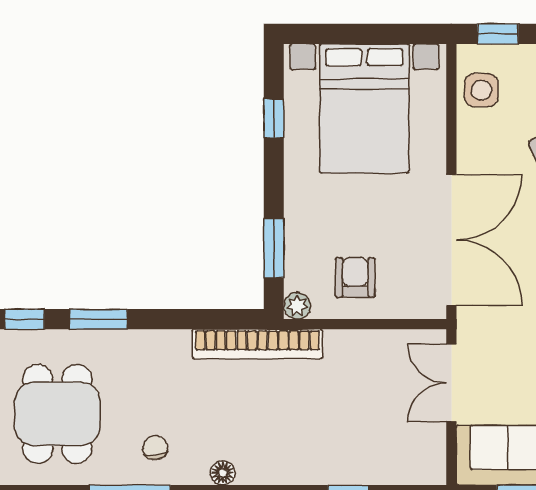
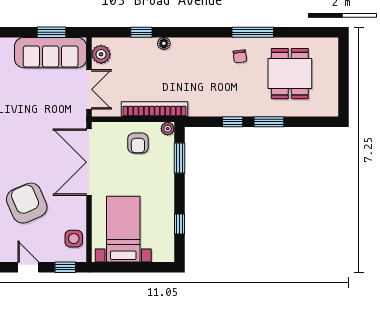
bed with nightstands: (364, 108) -> (123, 229), width x0.73
window: (25, 319) -> (233, 122), moved
bookcase: (257, 344) -> (154, 109), moved
plant: (428, 452) -> (101, 54), added
floor lamp: (223, 473) -> (164, 43), moved

